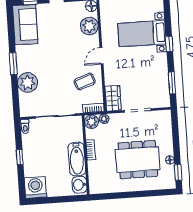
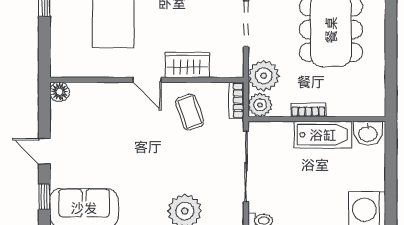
plant: (89, 26) -> (94, 97), removed
wardrobe: (113, 98) -> (187, 65), moved
plant: (104, 119) -> (264, 76), width x1.88, depth x1.88

